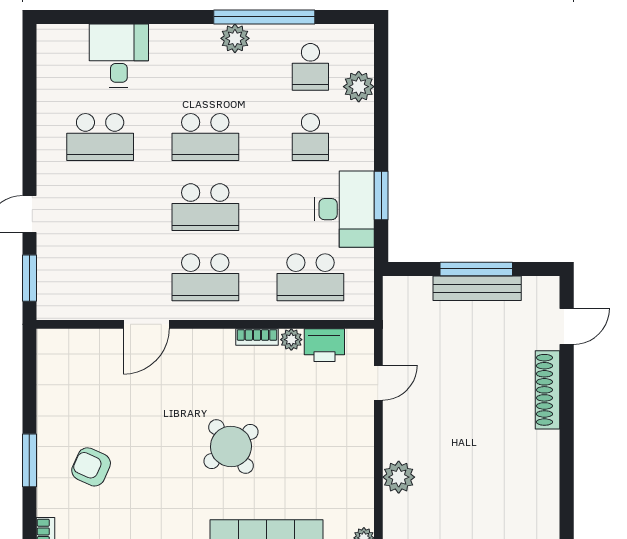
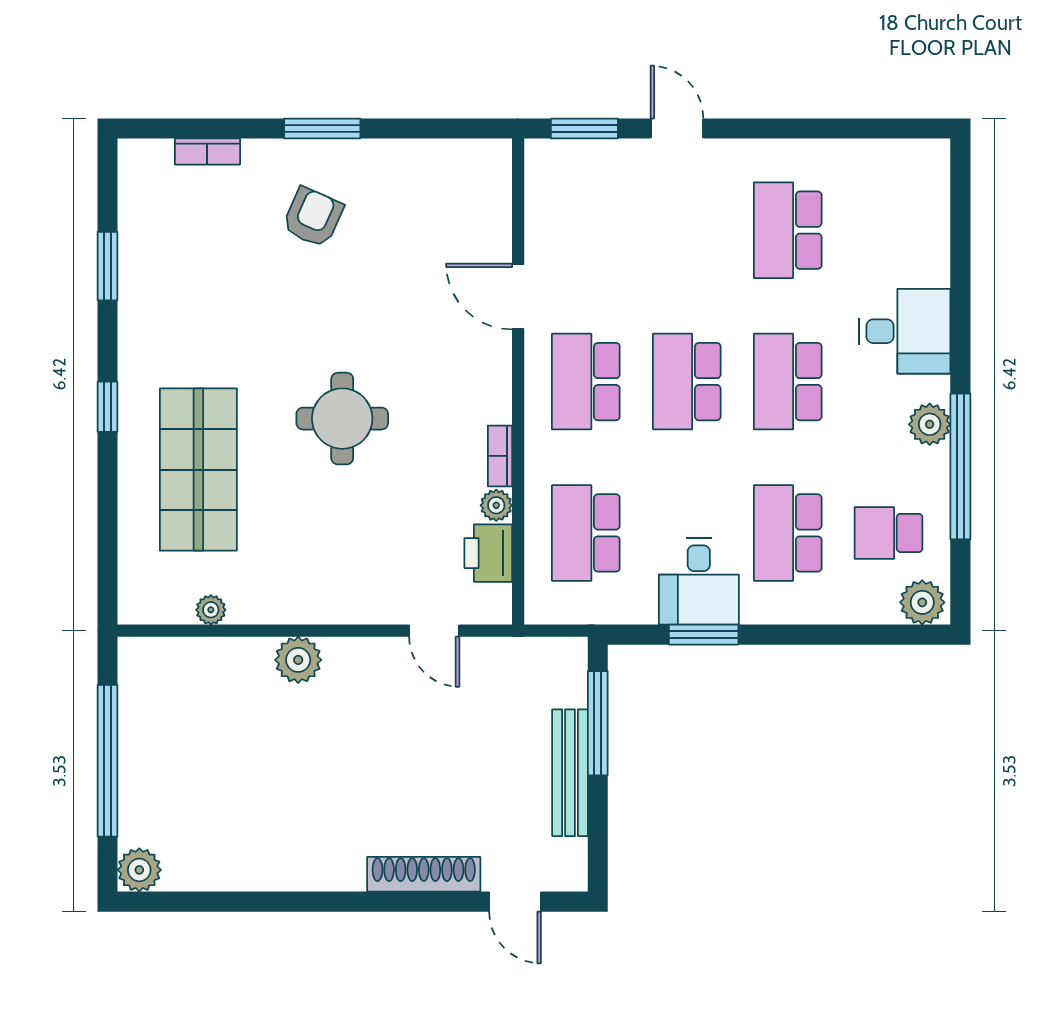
desk: (119, 56) -> (905, 331), moved
plant: (359, 87) -> (922, 602), moved
school desk: (310, 137) -> (788, 533), width x1.85
desk: (344, 209) -> (699, 582), width x0.73
window: (476, 269) -> (598, 723), moved
round table: (231, 447) -> (342, 419), turned 37

